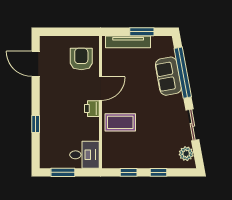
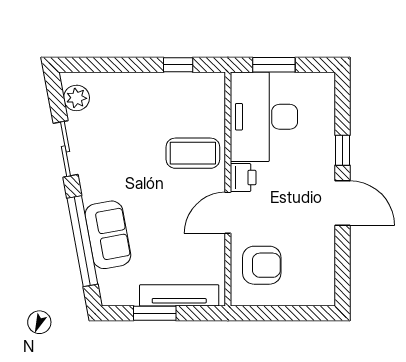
armchair: (81, 59) -> (262, 265), turned -90
door: (36, 64) -> (343, 203), moved
desk: (85, 155) -> (264, 117), width x1.87, depth x1.30
window: (63, 172) -> (274, 65), moved
window: (158, 172) -> (126, 65), removed

